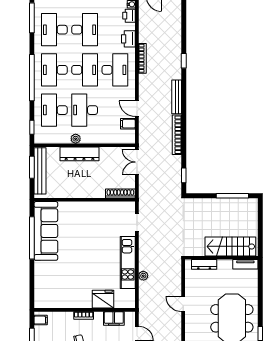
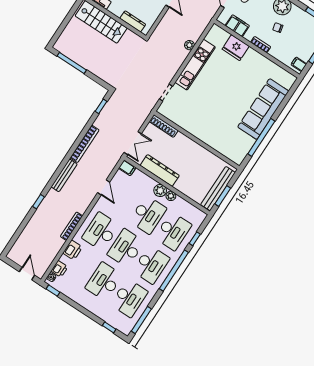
filing cabinet: (128, 124) -> (127, 168), moved
window: (32, 127) -> (195, 239), moved
plant: (88, 137) -> (160, 190), added
dresser: (79, 154) -> (160, 170), moved
sofa: (46, 231) -> (263, 109), moved

